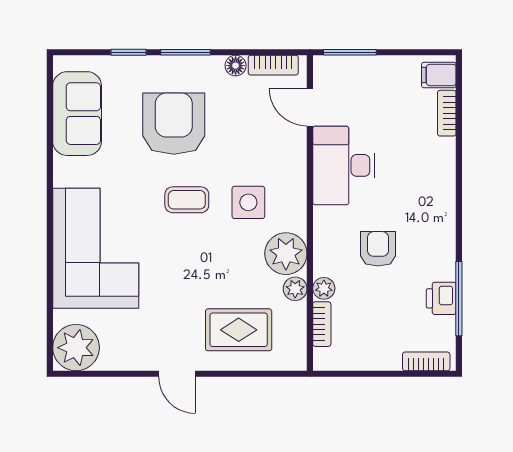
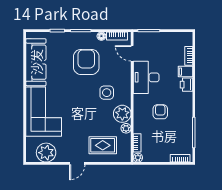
filing cabinet: (439, 75) -> (185, 72), moved
sofa: (77, 114) -> (36, 62), width x1.36
armchair: (174, 124) -> (86, 62), moved
coffee table: (187, 200) -> (81, 92), removed
plant: (324, 288) -> (138, 158), moved
printer: (441, 298) -> (186, 85), moved
plant: (76, 348) -> (46, 153), moved
door: (177, 374) -> (77, 163), hinge flipped

